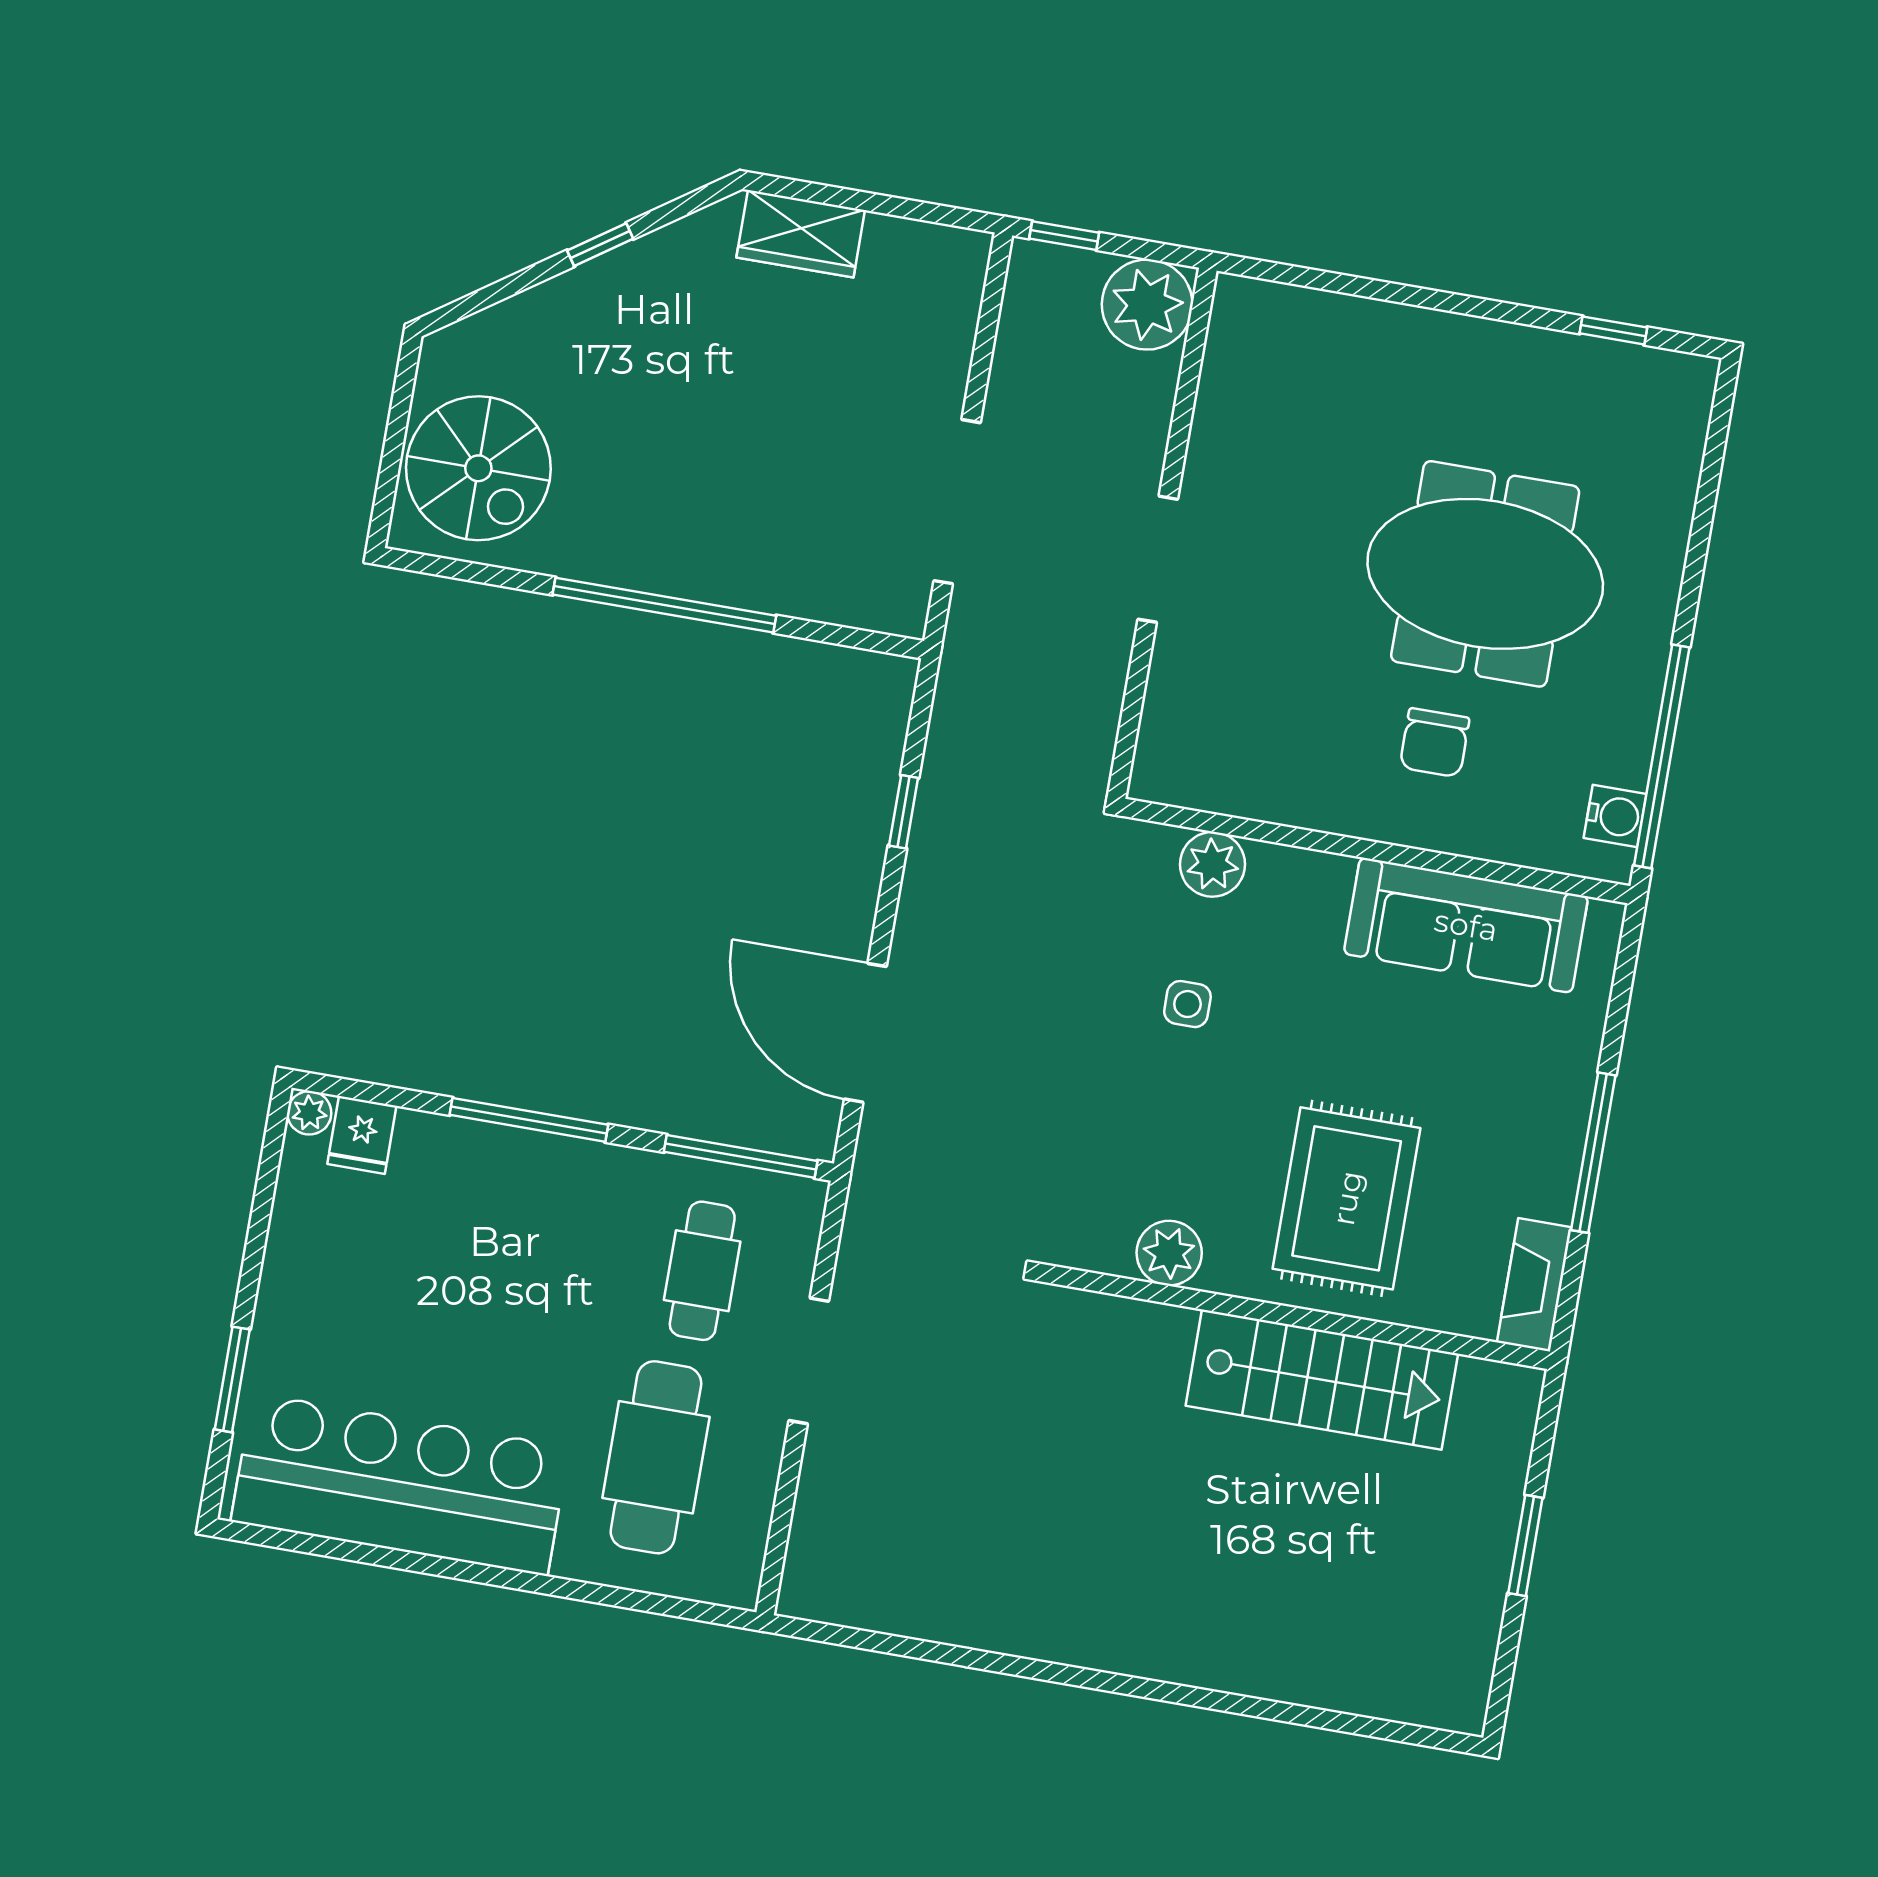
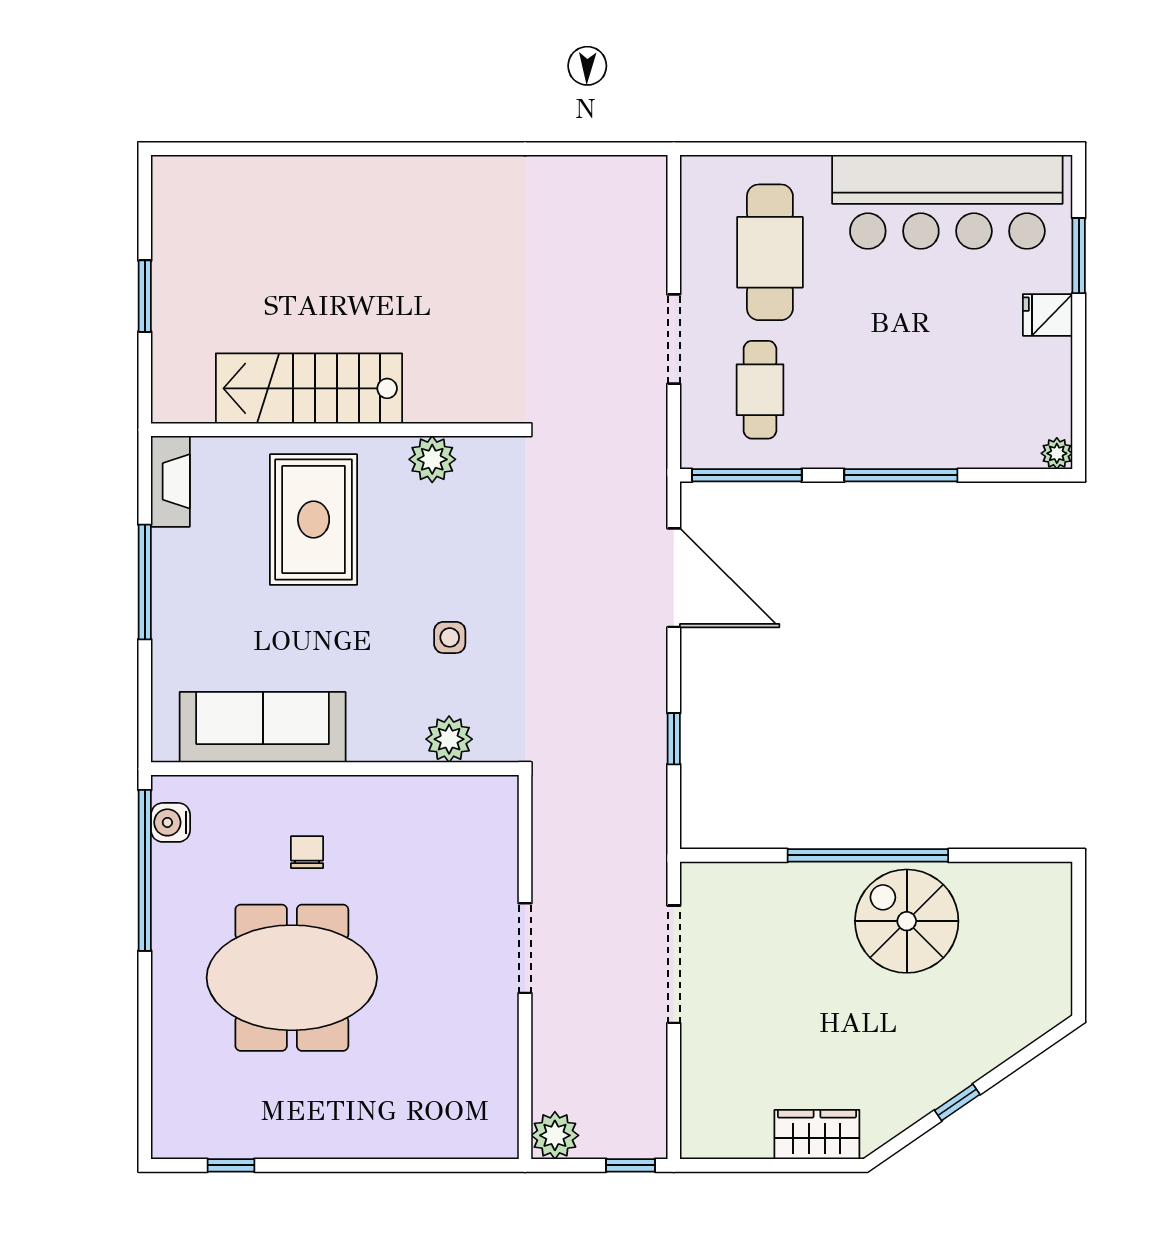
plant: (1147, 305) -> (555, 1135), width x0.73, depth x0.73
spiral stairs: (478, 468) -> (907, 921), moved
chair: (1435, 743) -> (307, 852), width x0.73, depth x0.73
fridge: (362, 1135) -> (1048, 315), moved, turned -90

